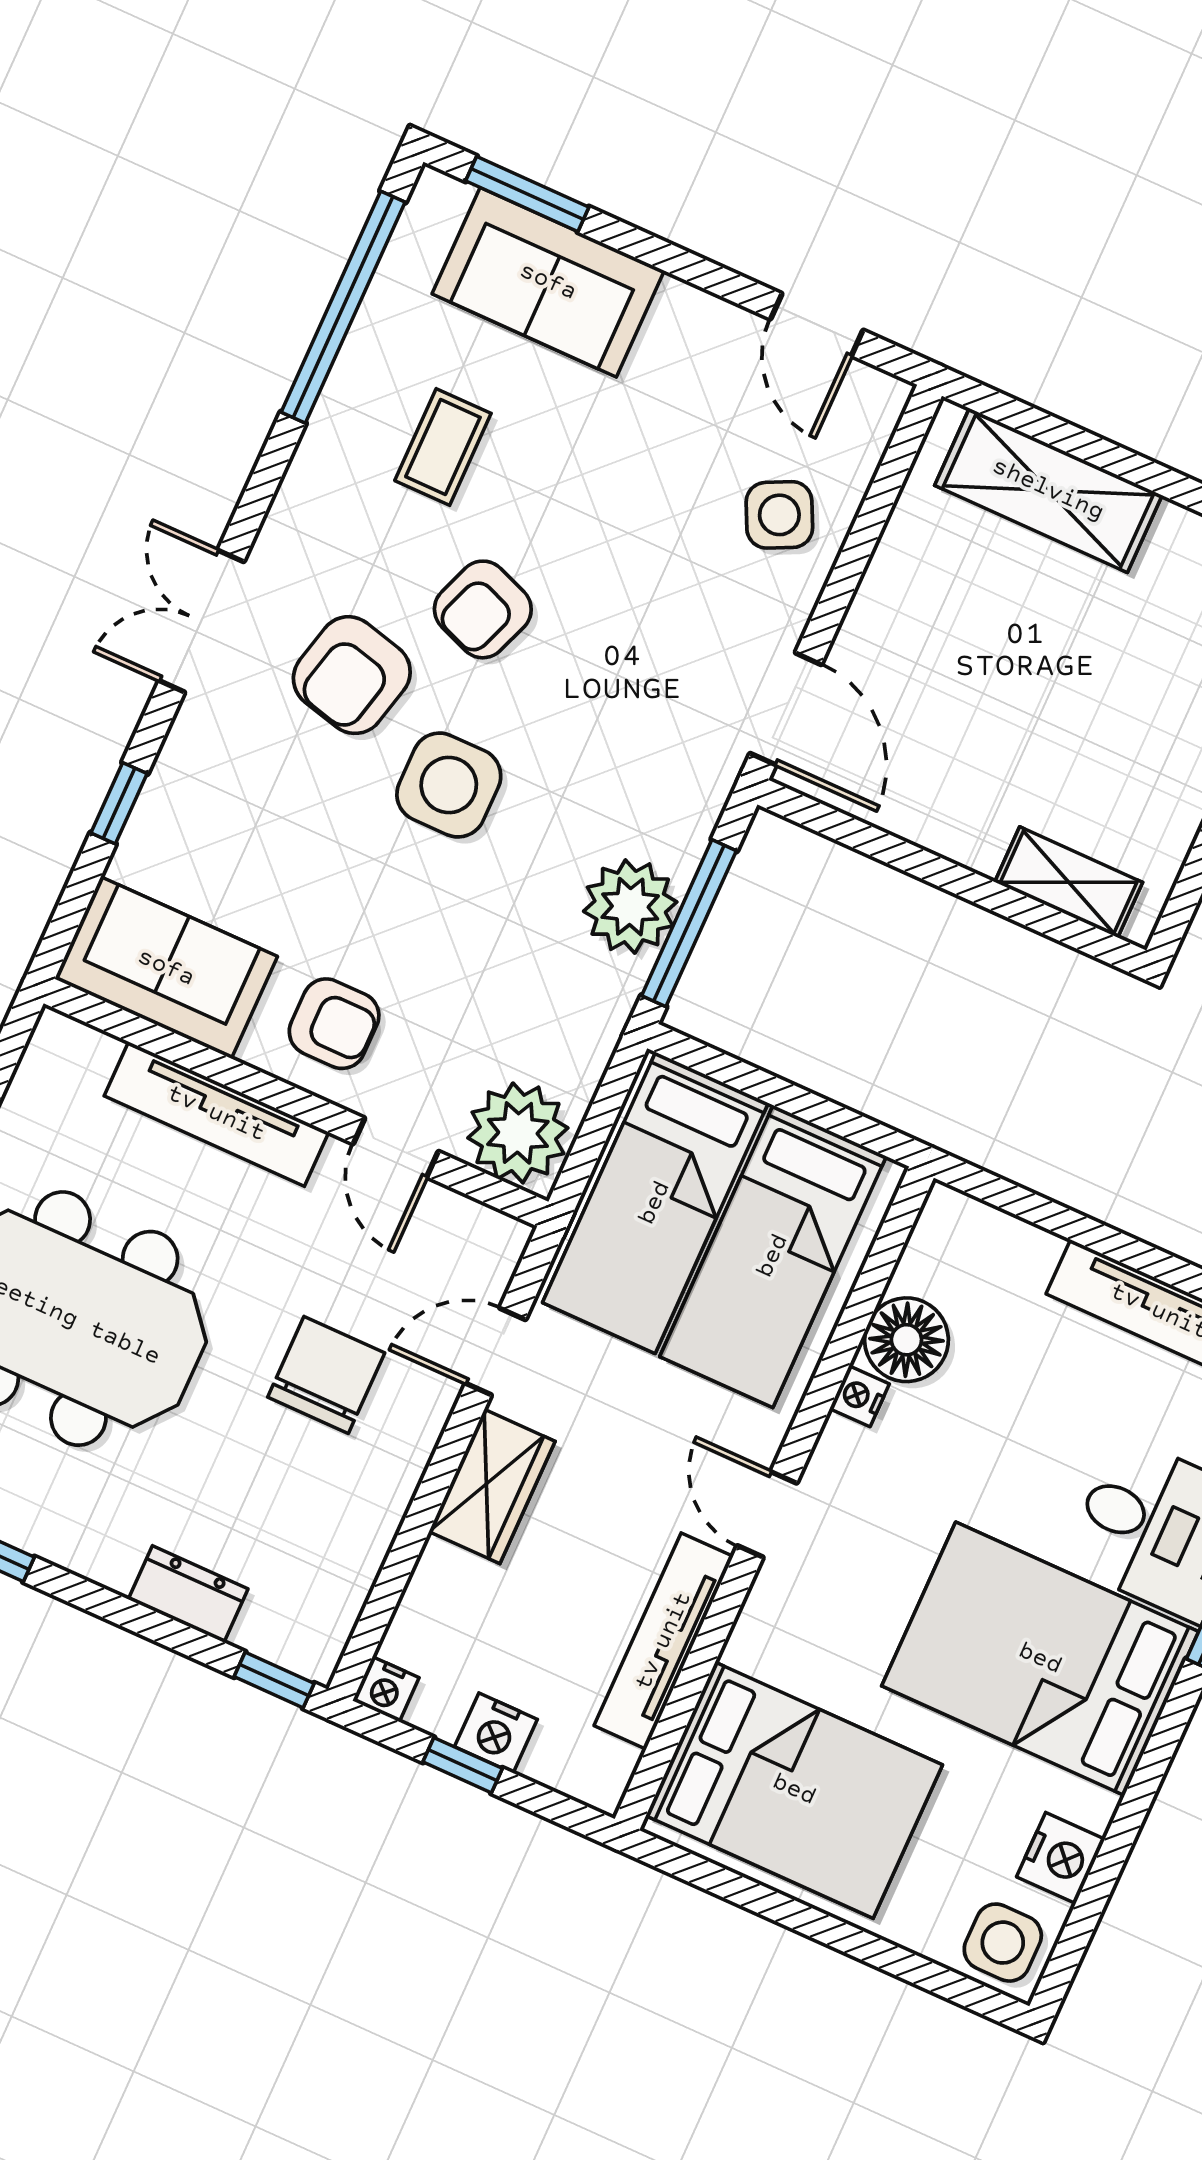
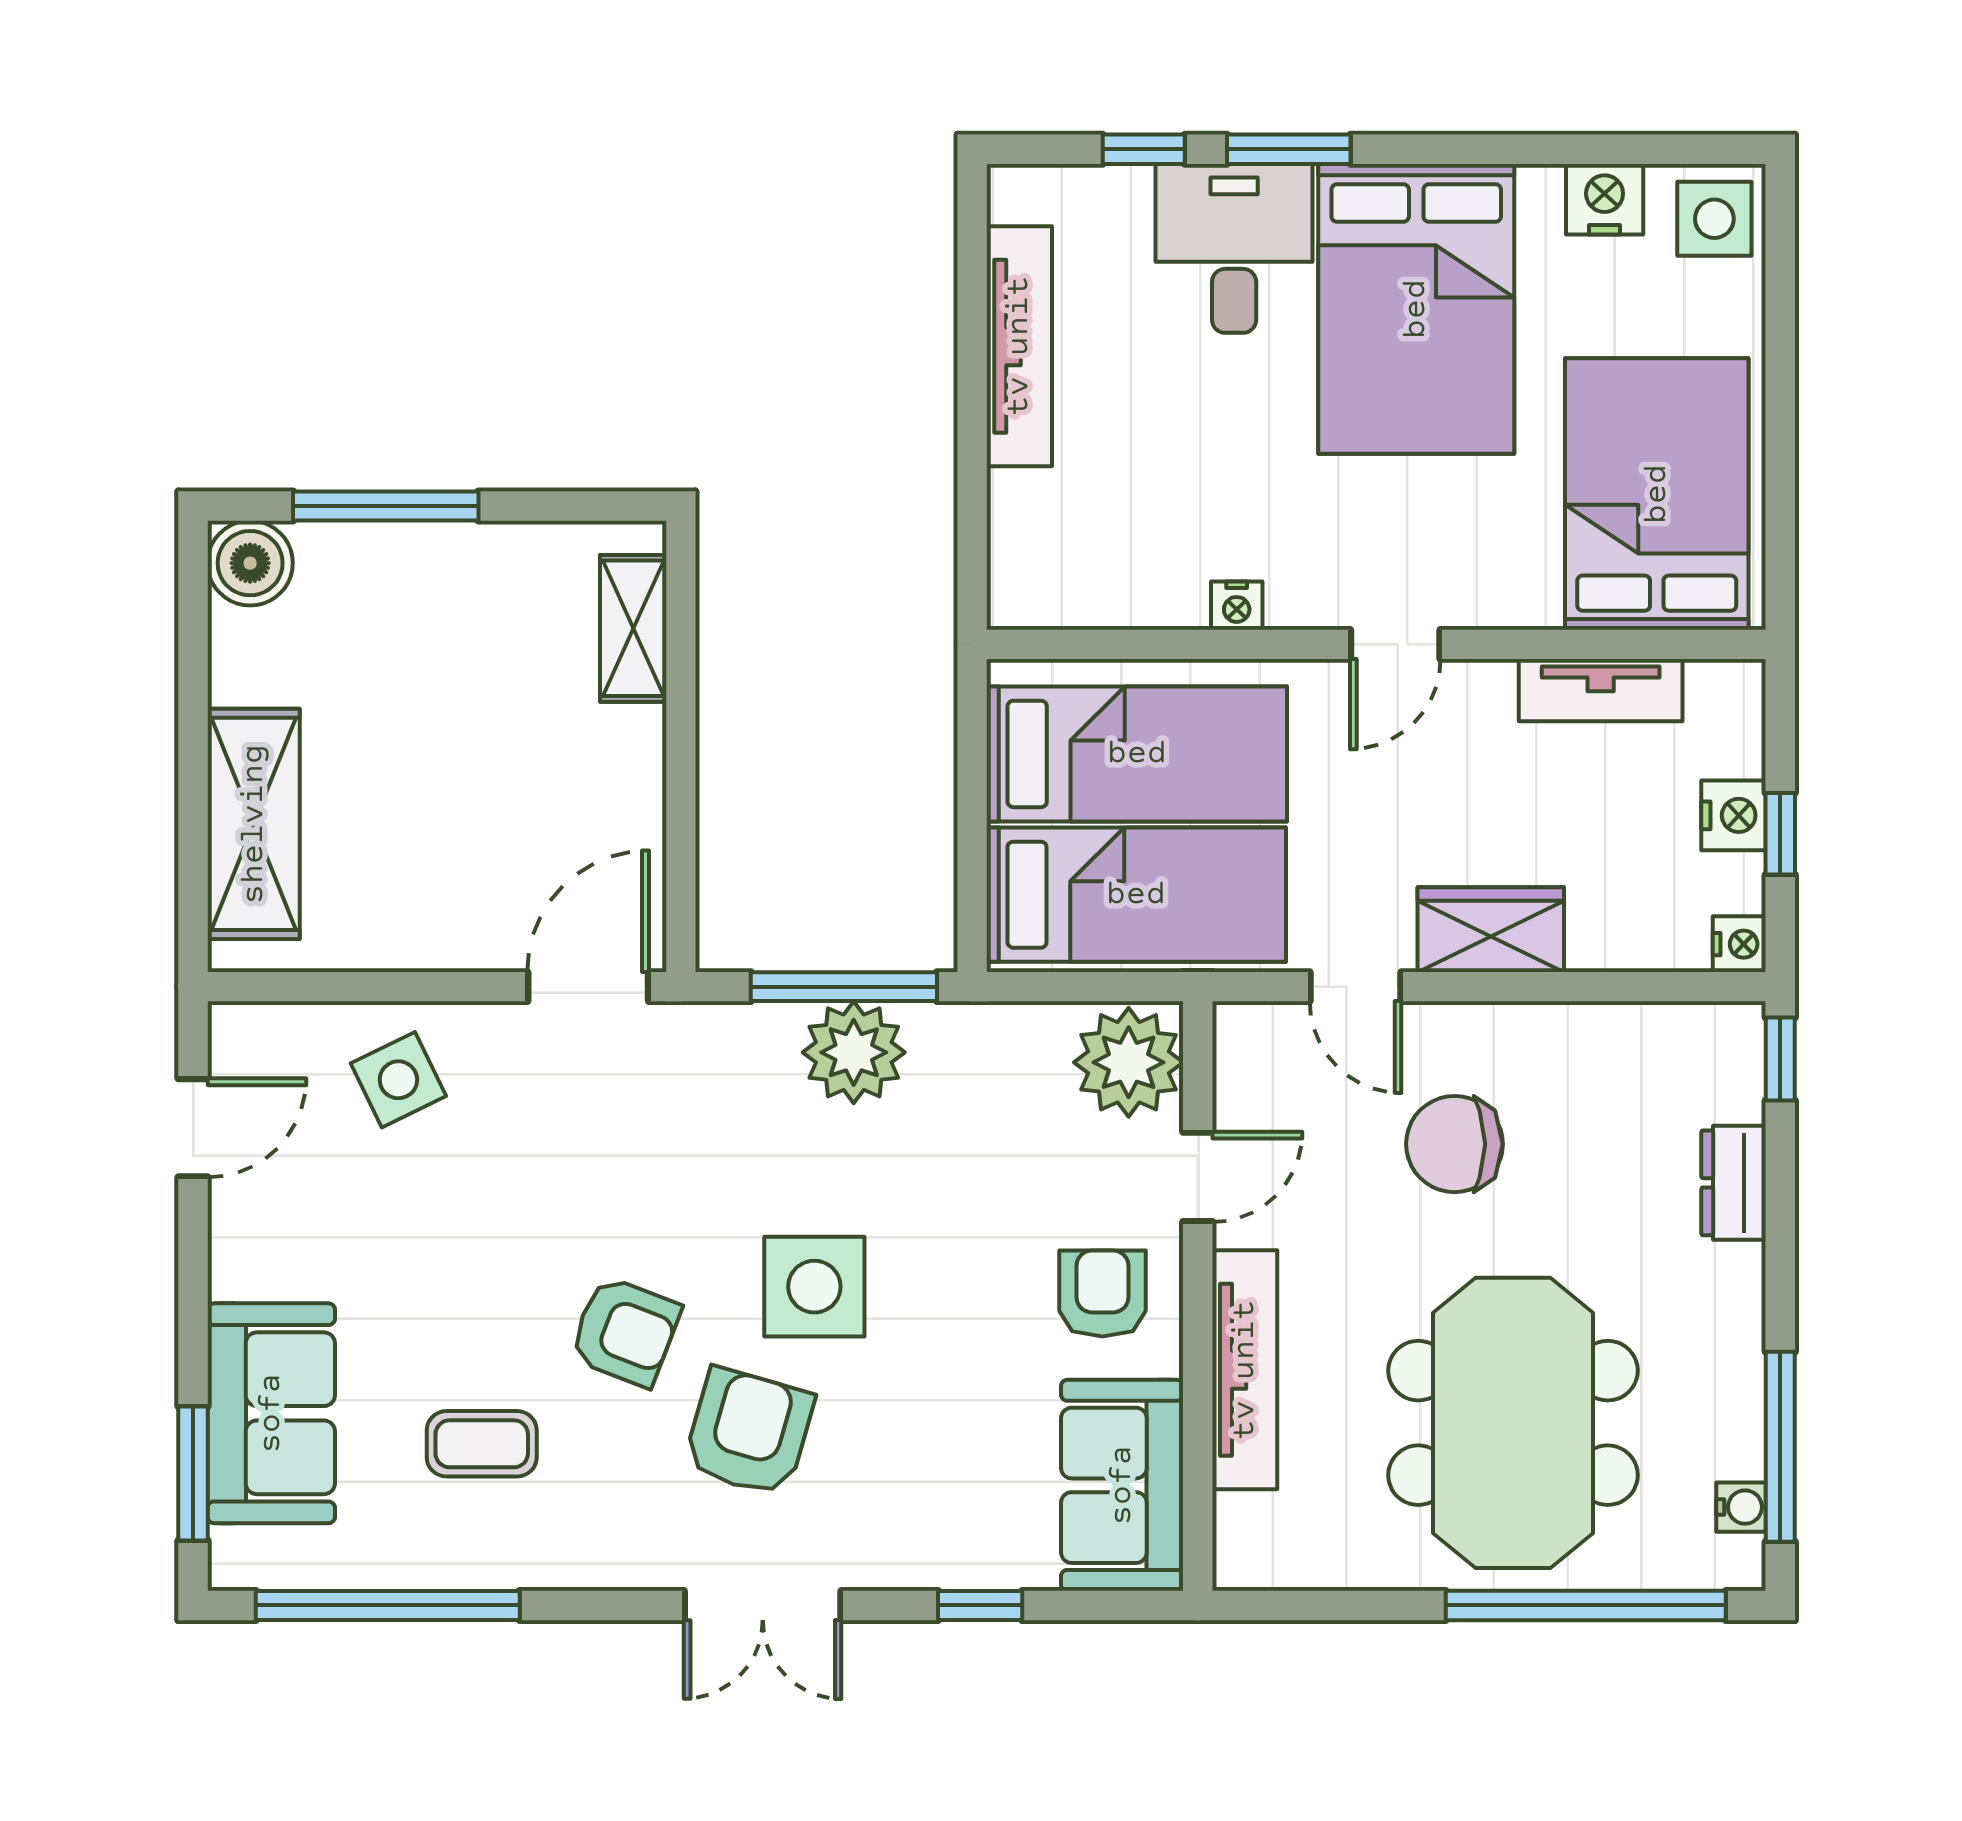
armchair: (352, 675) -> (749, 1432), turned -88
floor lamp: (906, 1340) -> (1160, 584), removed
tv unit: (664, 1641) -> (1601, 690), width x0.71

